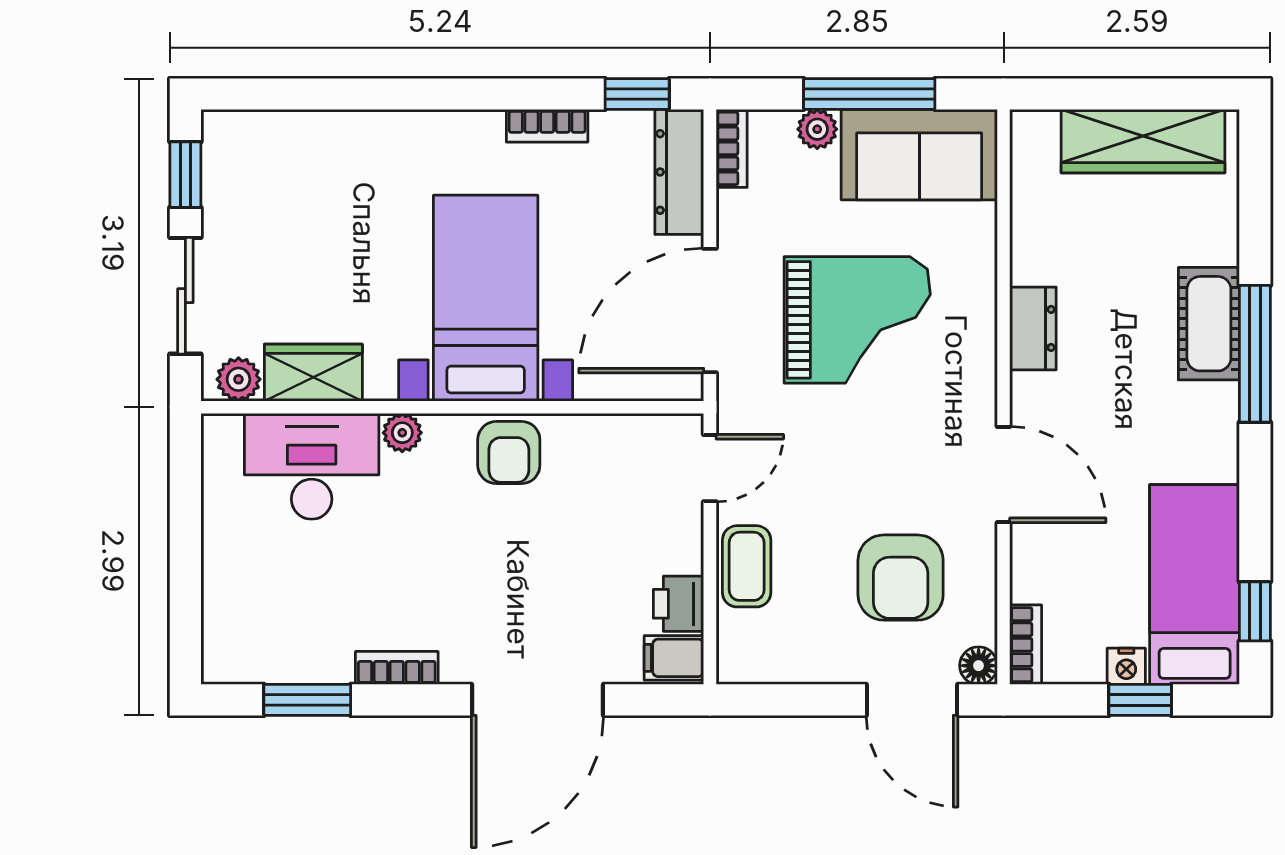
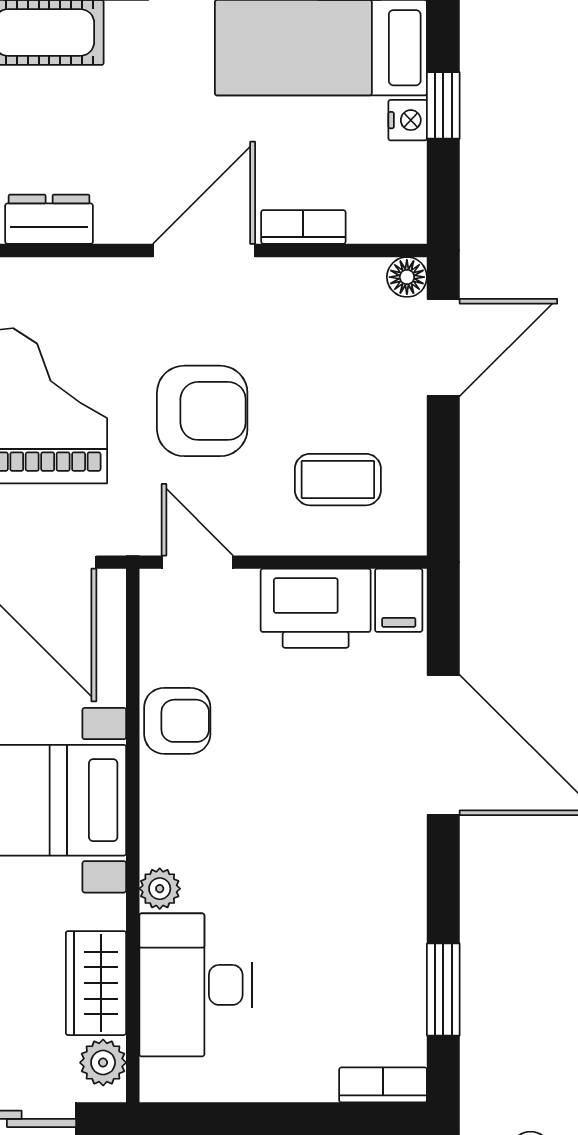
armchair: (509, 452) -> (177, 721), moved
coffee table: (747, 566) -> (338, 480), moved
armchair: (901, 578) -> (202, 411), moved
printer: (679, 604) -> (316, 608), width x1.87, depth x1.48
bookcase: (1026, 645) -> (303, 227), moved
bookcase: (397, 668) -> (383, 1085), moved, turned 90

